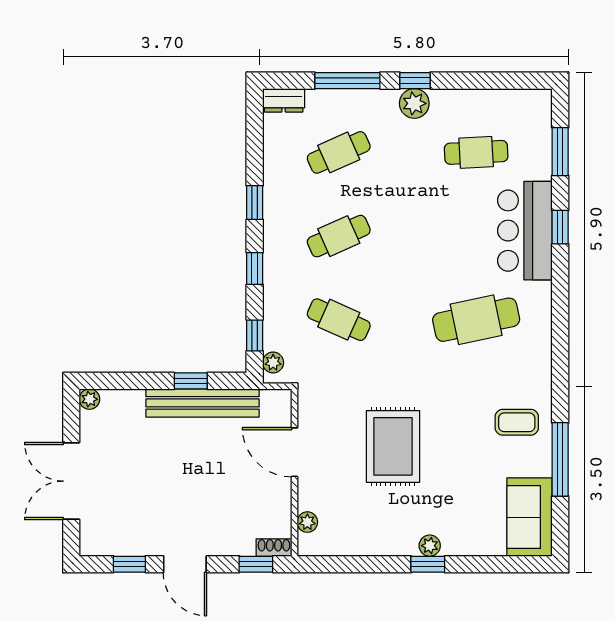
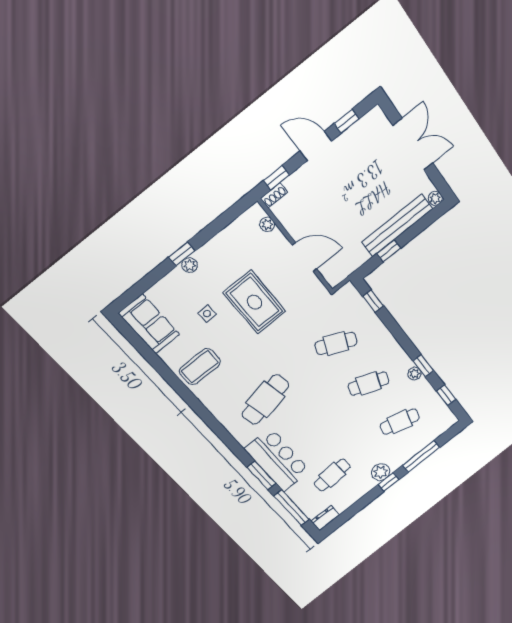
dresser: (284, 100) -> (325, 518), moved
cafe table: (339, 152) -> (400, 422), turned 39
window: (560, 152) -> (292, 508), width x1.44
window: (560, 227) -> (261, 475), width x1.50
cafe table: (339, 236) -> (369, 383), turned 45
window: (255, 269) -> (446, 395), moved
plant: (273, 363) -> (414, 374), moved
bench: (202, 403) -> (397, 226), moved
coffee table: (517, 422) -> (200, 367), width x1.36, depth x1.30
window: (560, 459) -> (160, 367), removed
side table: (457, 477) -> (207, 314), added

